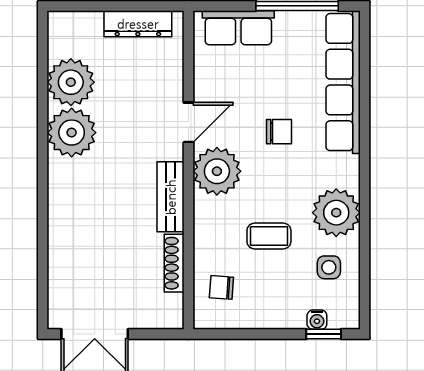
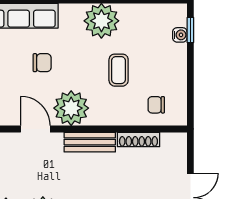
chair: (279, 132) -> (42, 63), turned 90
side table: (329, 267) -> (142, 26), removed
chair: (221, 287) -> (156, 105), turned 86

